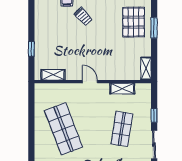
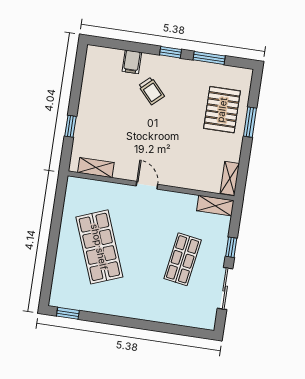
shelving: (122, 89) -> (215, 206), moved

